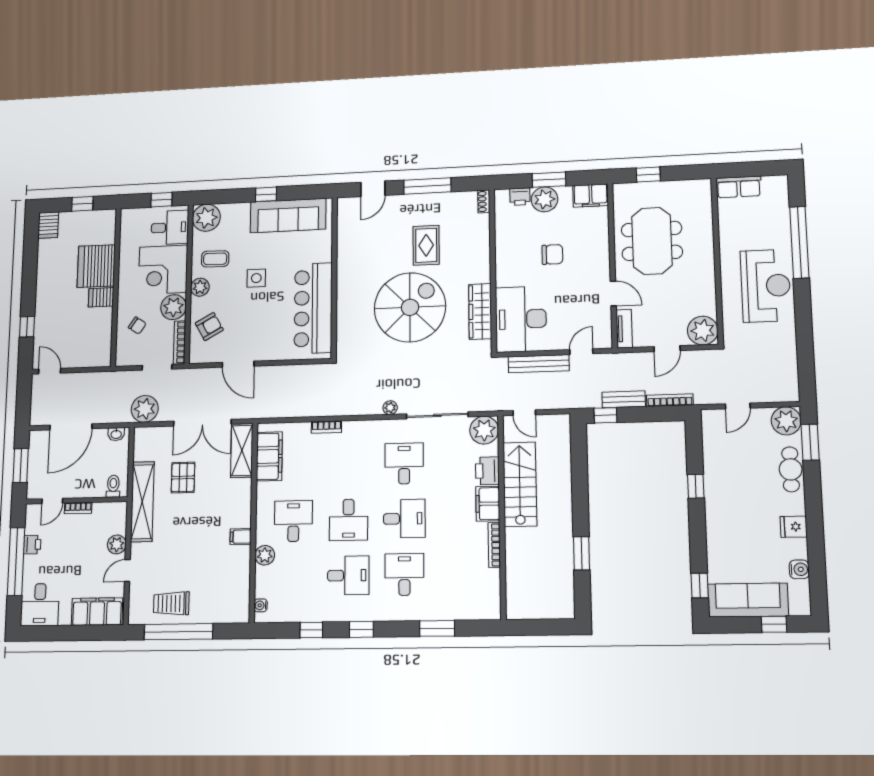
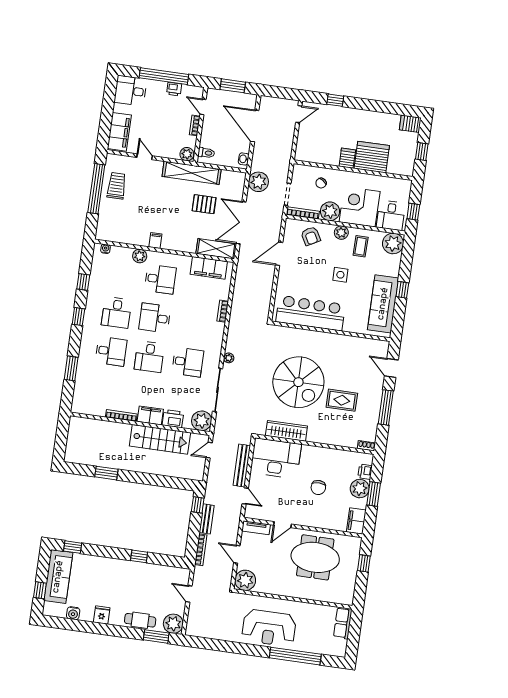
plant: (117, 544) -> (187, 154), moved

